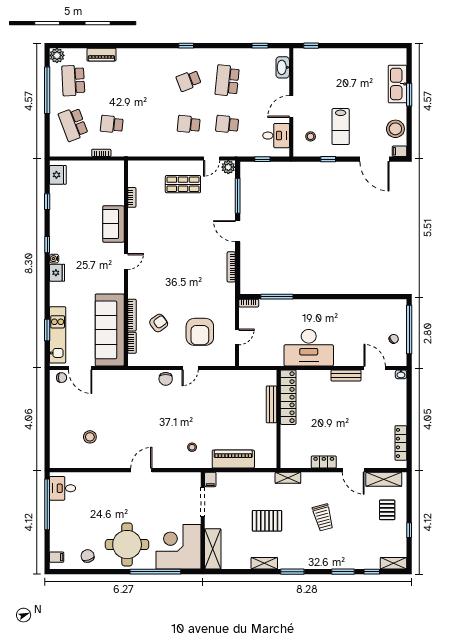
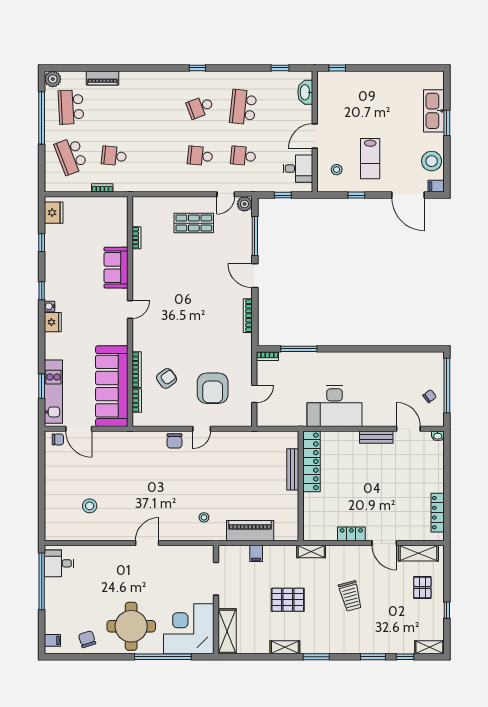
filing cabinet: (210, 479) -> (256, 553), moved

